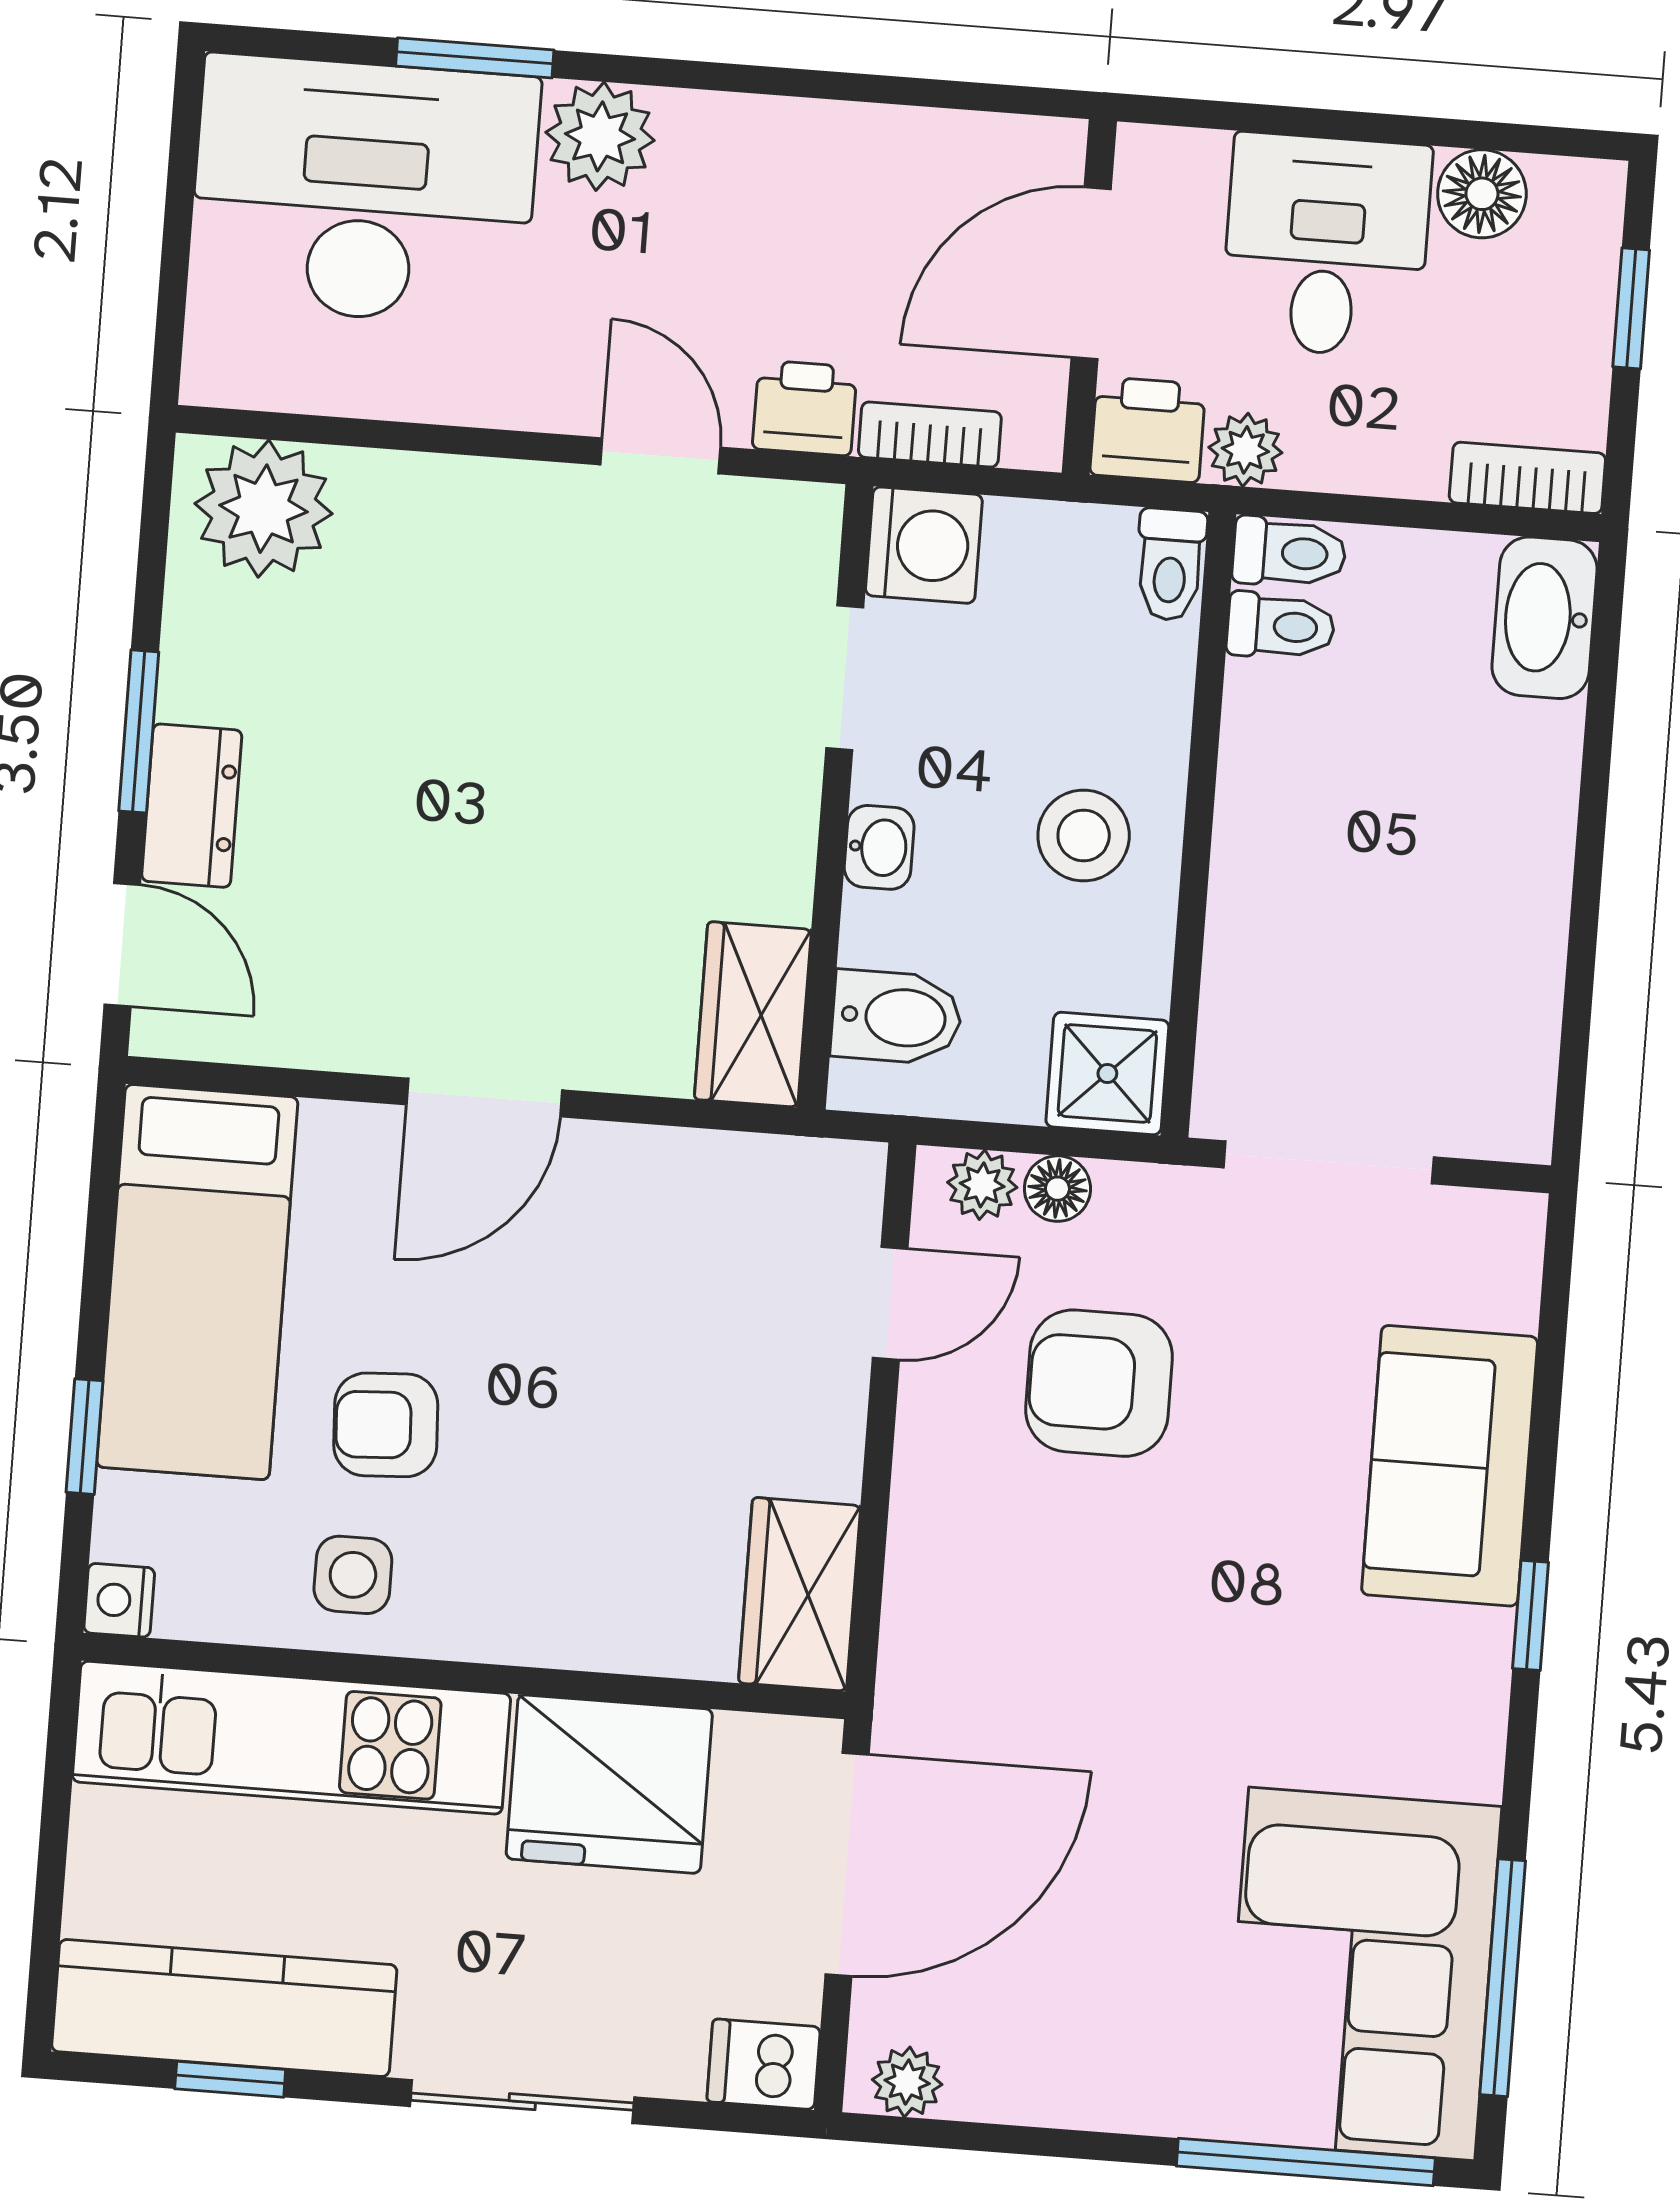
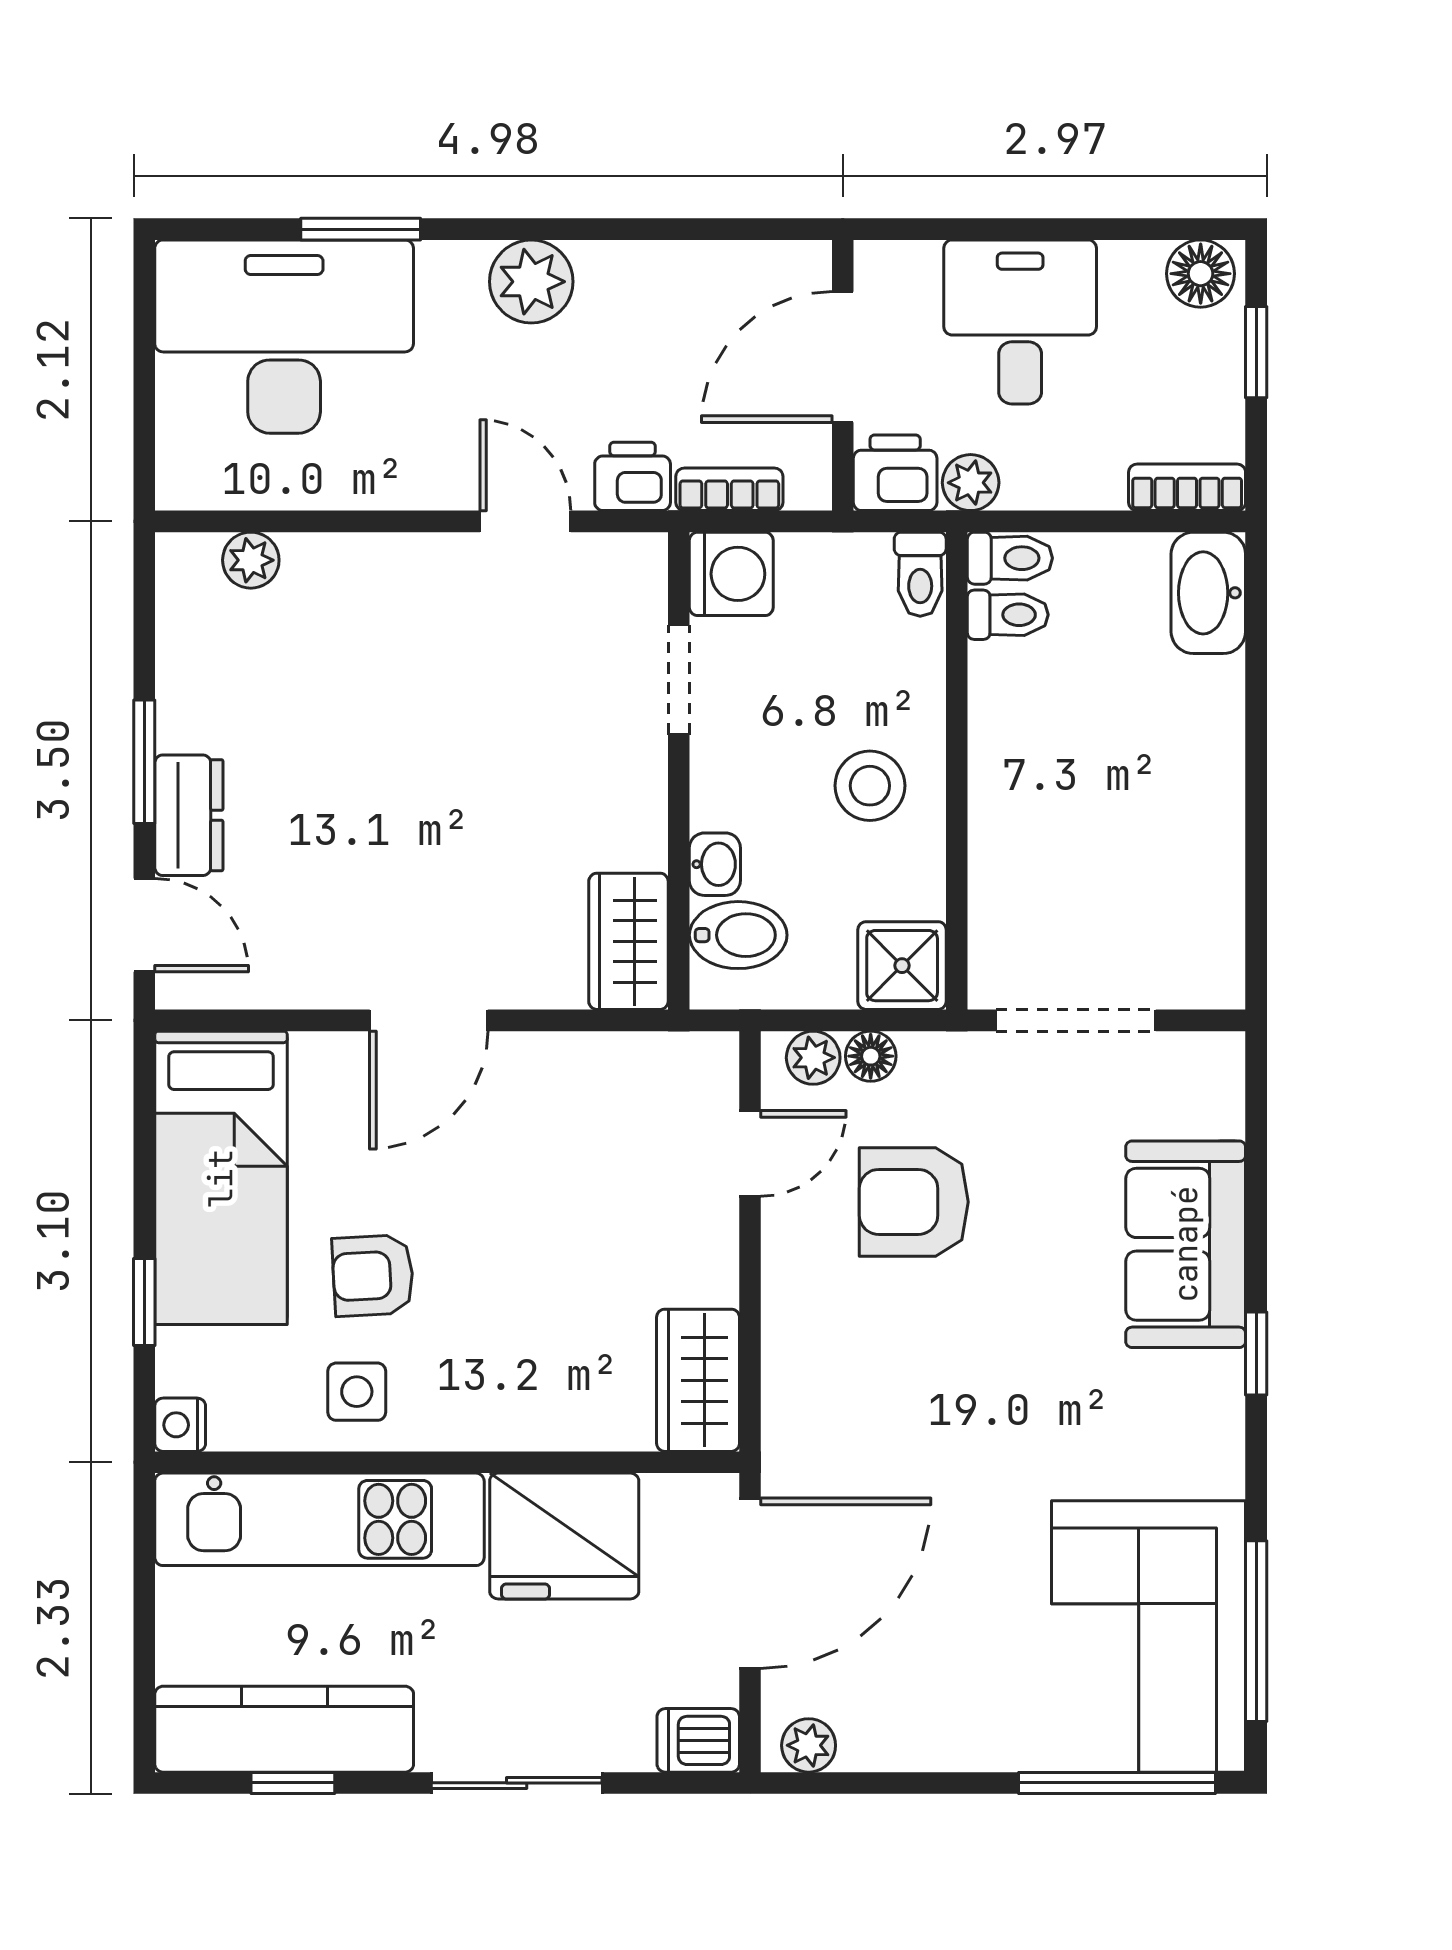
plant: (600, 136) -> (531, 282), moved
floor lamp: (1482, 194) -> (1201, 274), moved
plant: (264, 509) -> (251, 560), width x0.53, depth x0.53
washbasin: (879, 847) -> (715, 864), moved

